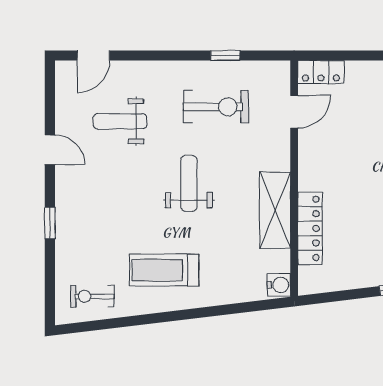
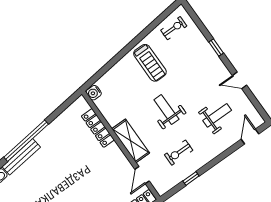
exercise bike: (216, 107) -> (179, 153), width x0.73, depth x0.72
weight bench: (189, 183) -> (166, 110), turned 180
shelving: (275, 210) -> (131, 141), moved
treadmill: (164, 270) -> (150, 63), turned 90

